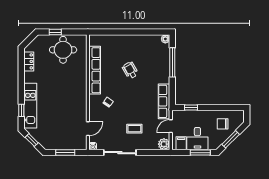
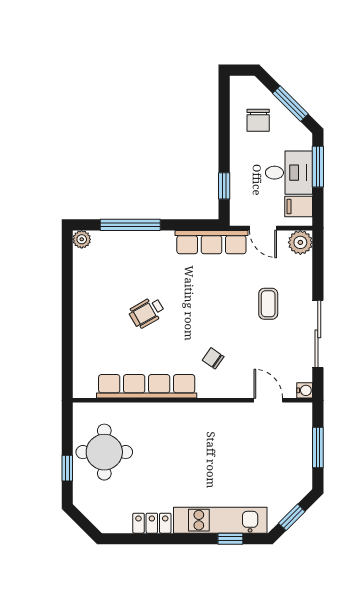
locker: (29, 61) -> (152, 523), moved

